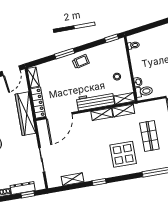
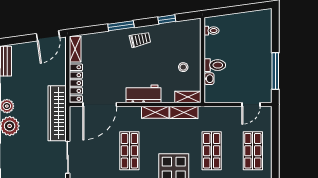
window: (112, 38) -> (167, 19), moved
toilet: (144, 91) -> (215, 65), moved
workbench: (95, 101) -> (143, 94), width x0.73
wardrobe: (25, 114) -> (57, 113), moved
shop shelf: (87, 147) -> (129, 151), added

